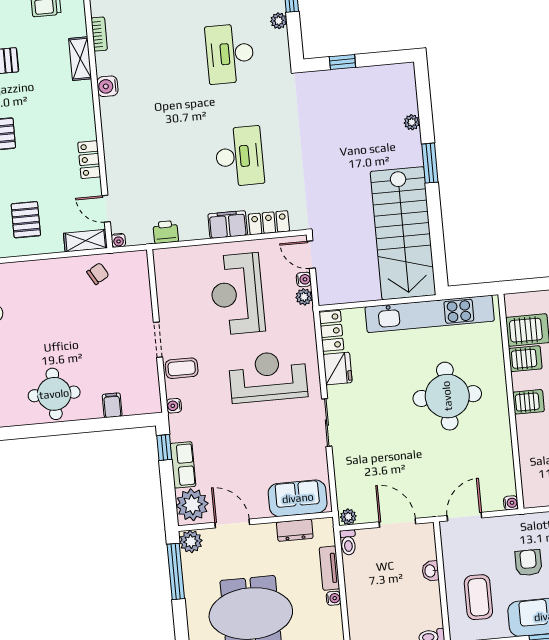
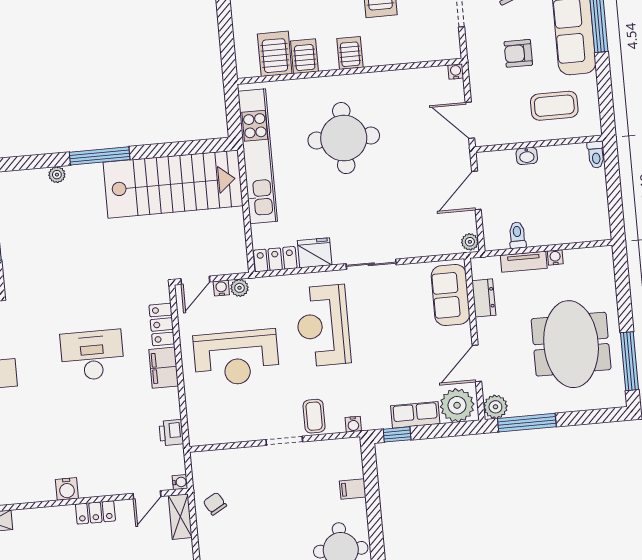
water cooler: (107, 86) -> (67, 489), moved
window: (430, 163) -> (100, 156), width x1.44
toilet: (348, 542) -> (517, 235), moved, turned -90

